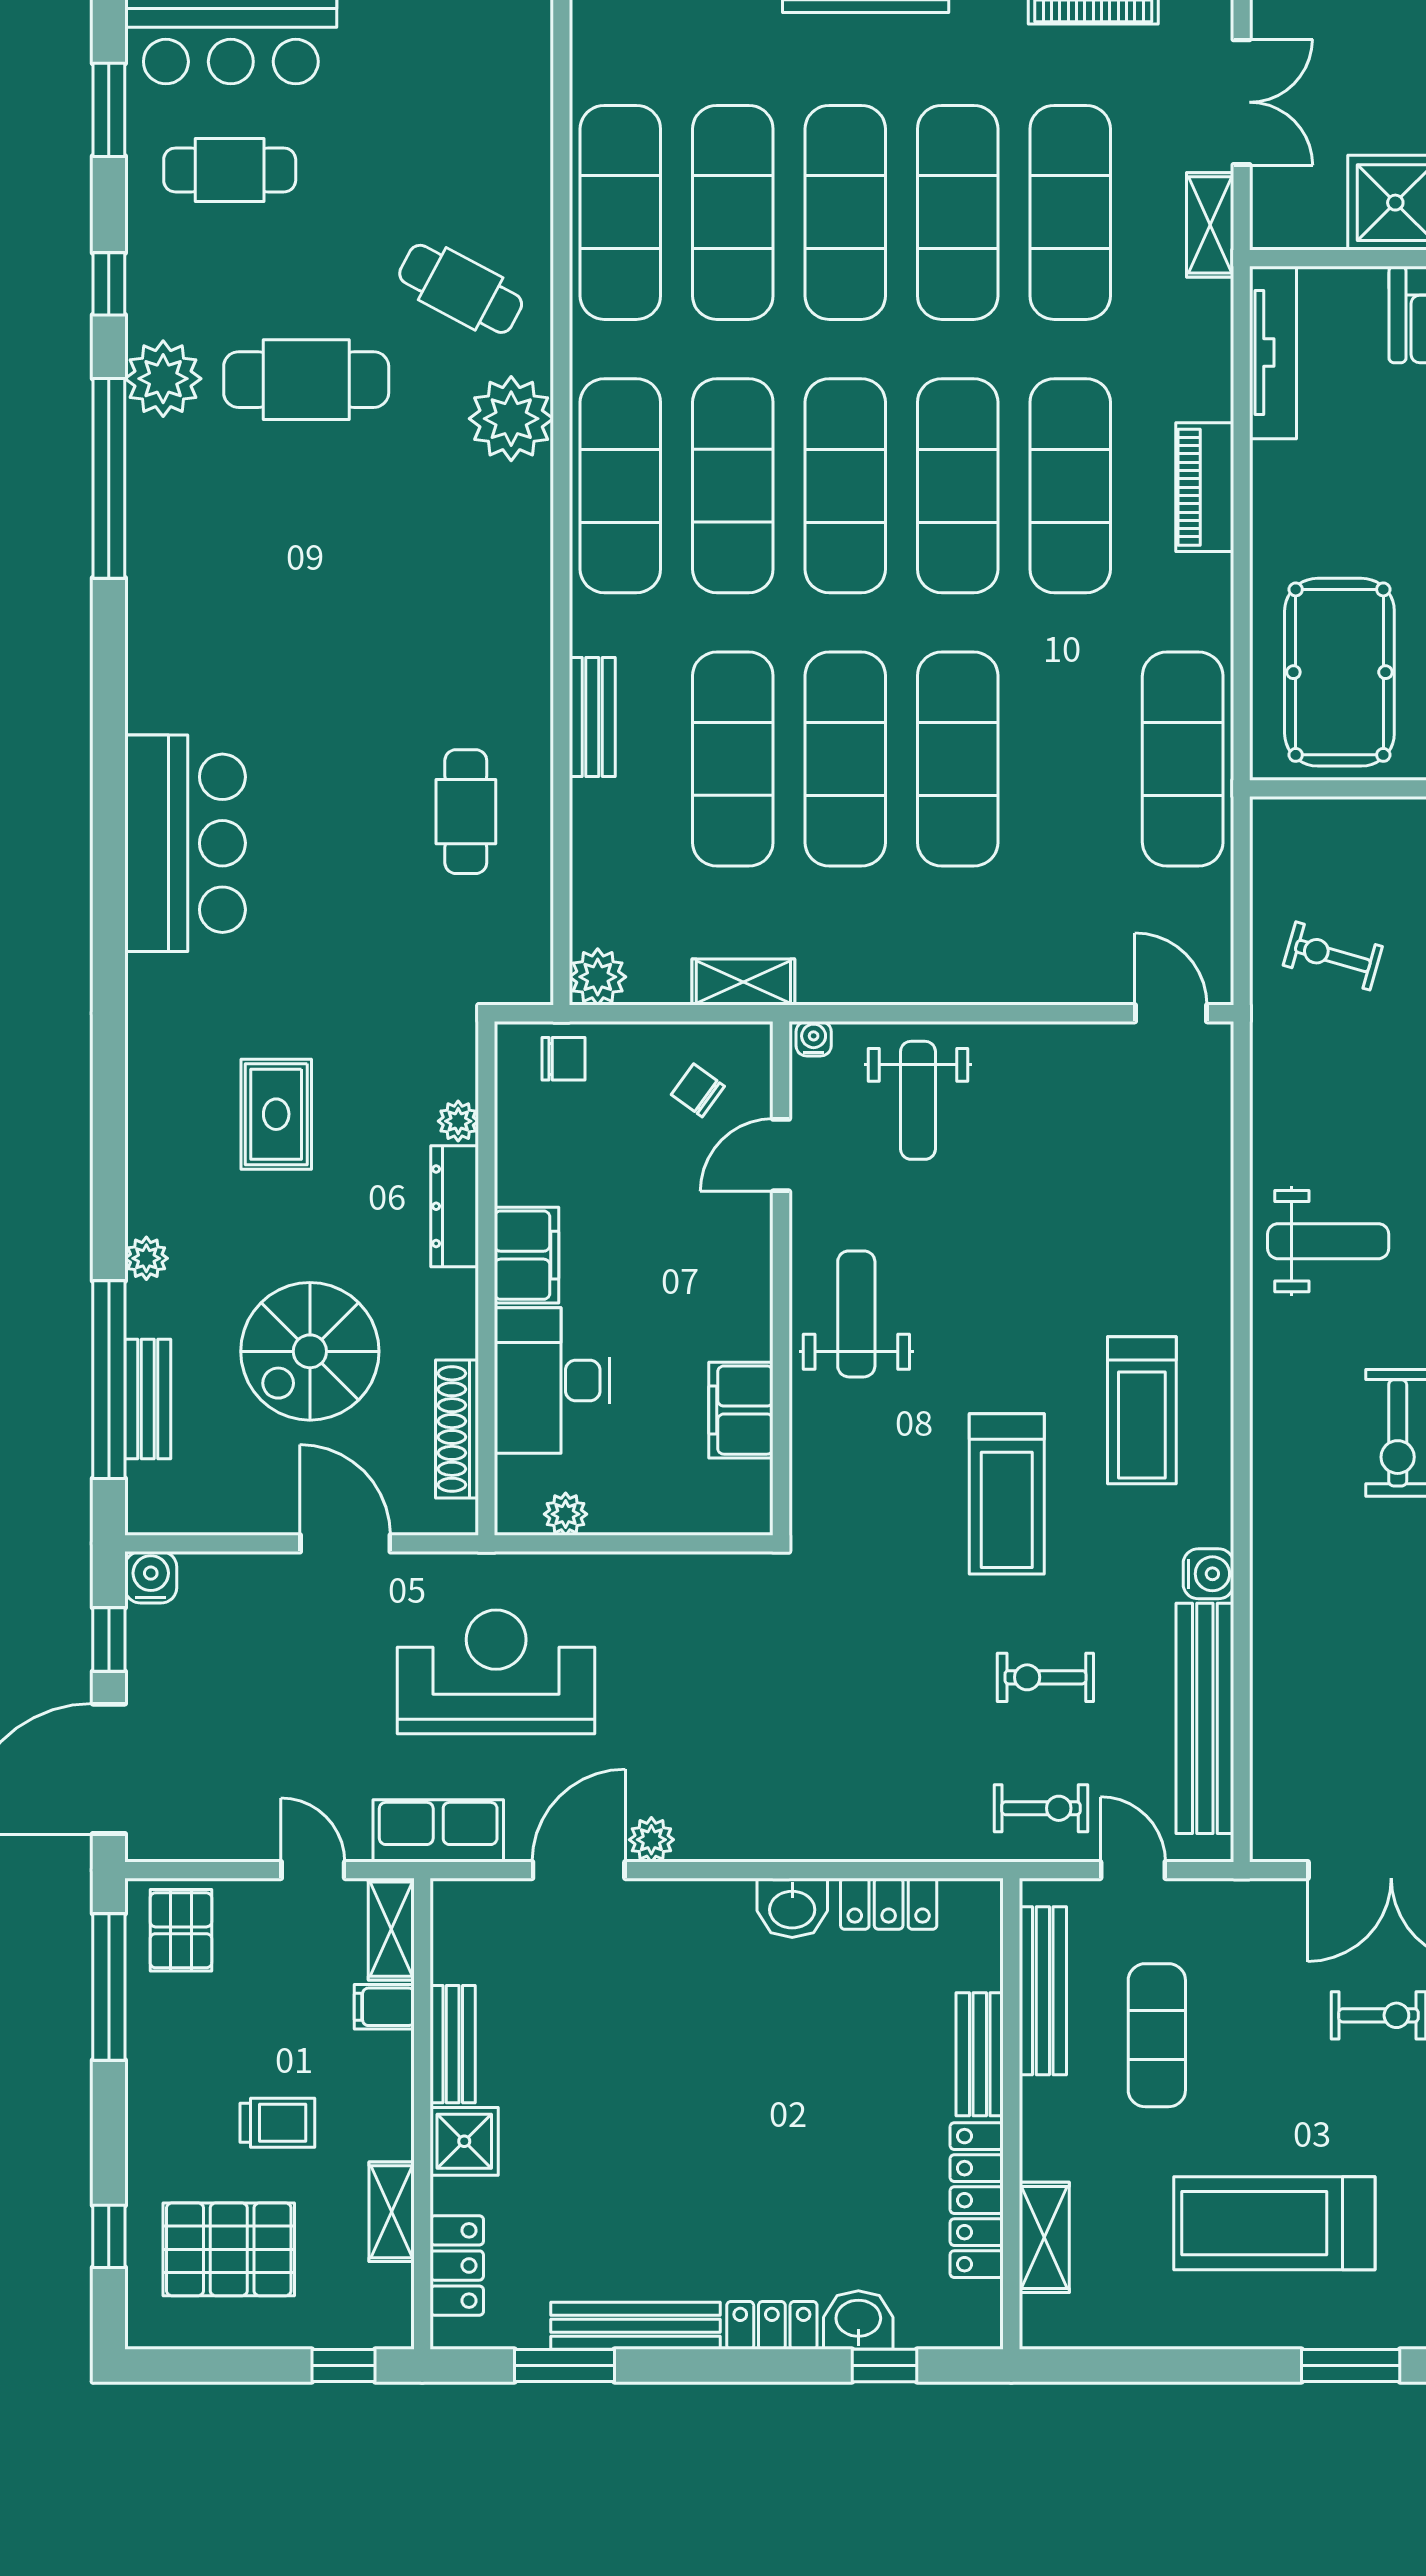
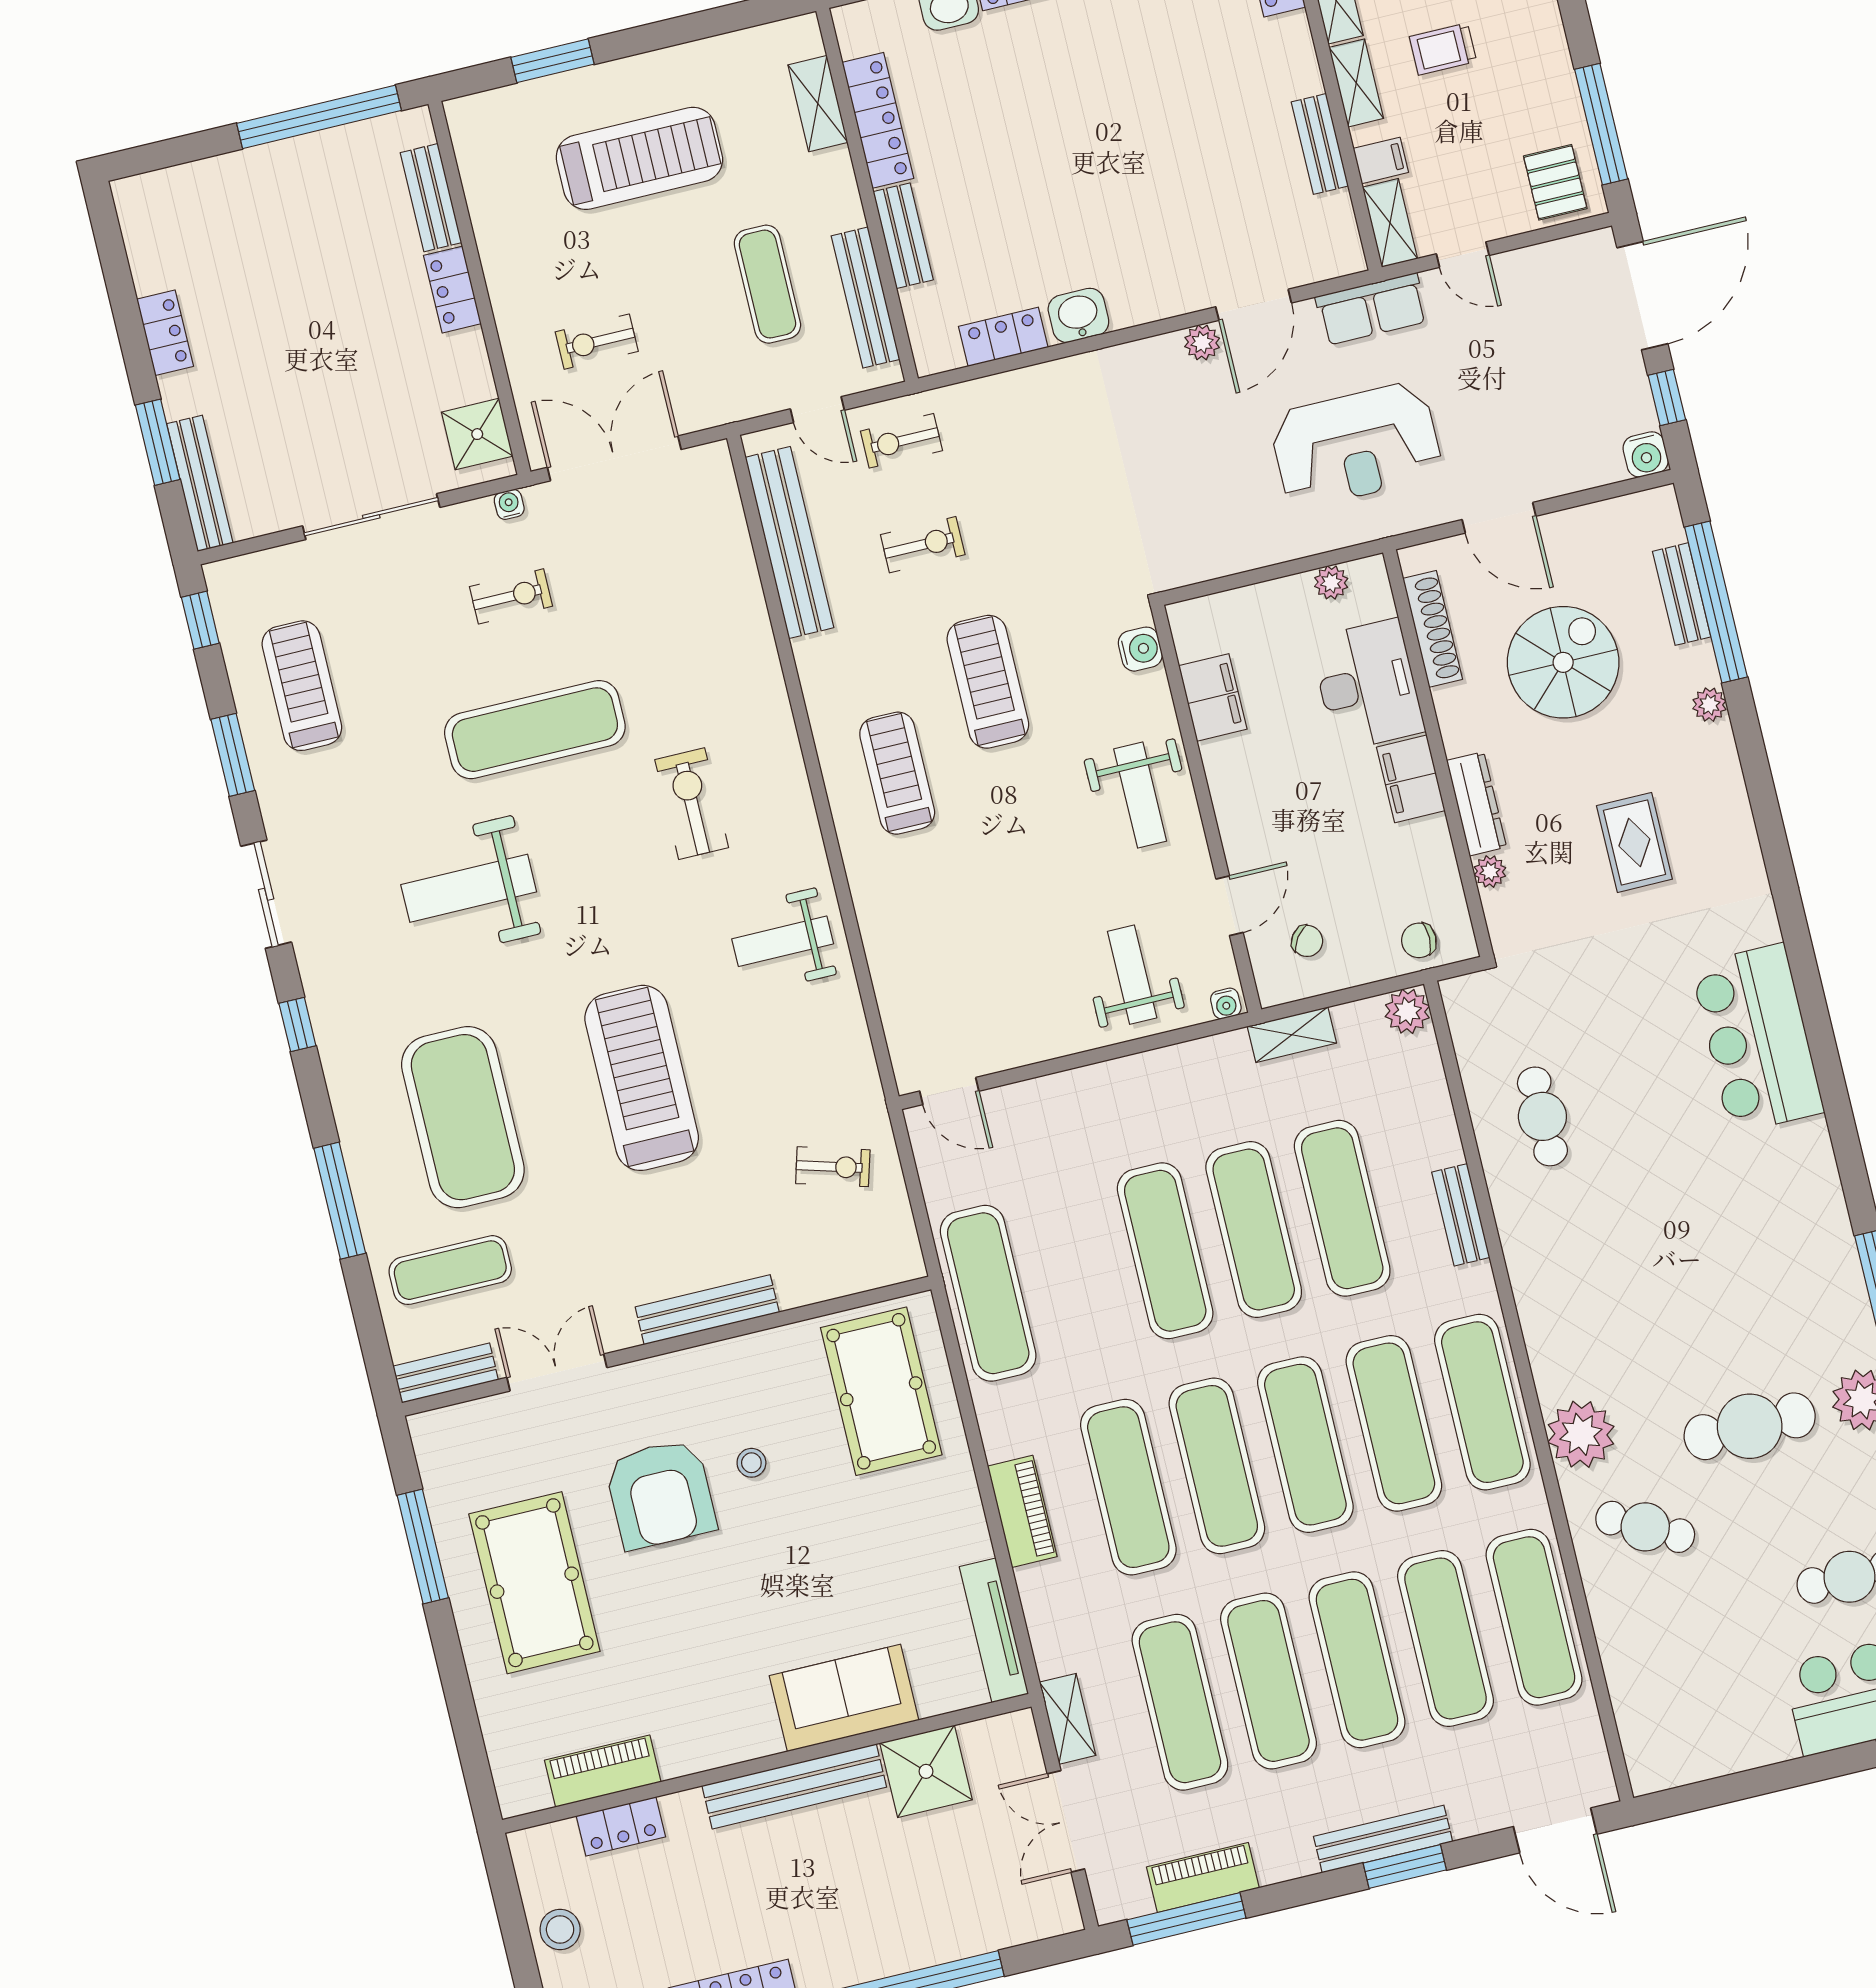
water cooler: (1208, 1574) -> (1140, 649), moved, turned 180
shelving: (391, 2107) -> (1356, 83), added
shower: (464, 2141) -> (1292, 70), removed

